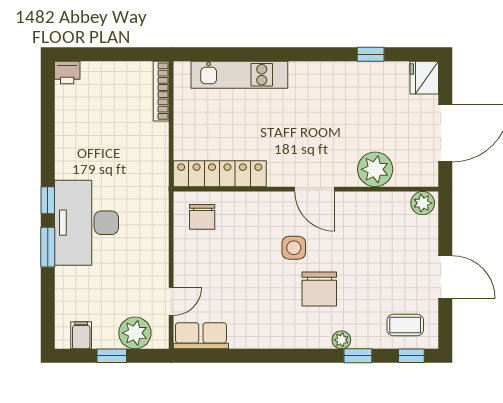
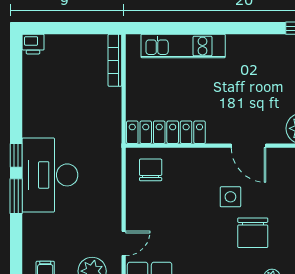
chair: (202, 217) -> (151, 170), turned 180

